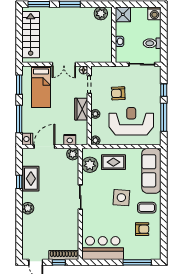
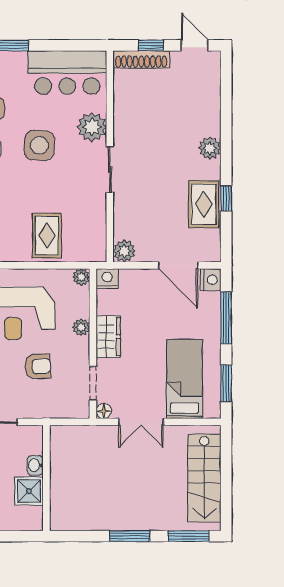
plant: (101, 13) -> (71, 518), removed
shower: (123, 14) -> (29, 491), moved
double door: (64, 64) -> (141, 422), swing flipped
nightstand: (70, 140) -> (107, 279), moved
door: (44, 147) -> (178, 265), hinge flipped
rug: (113, 162) -> (47, 236), turned 90
plant: (90, 165) -> (92, 127), moved
side table: (121, 198) -> (39, 145), moved

